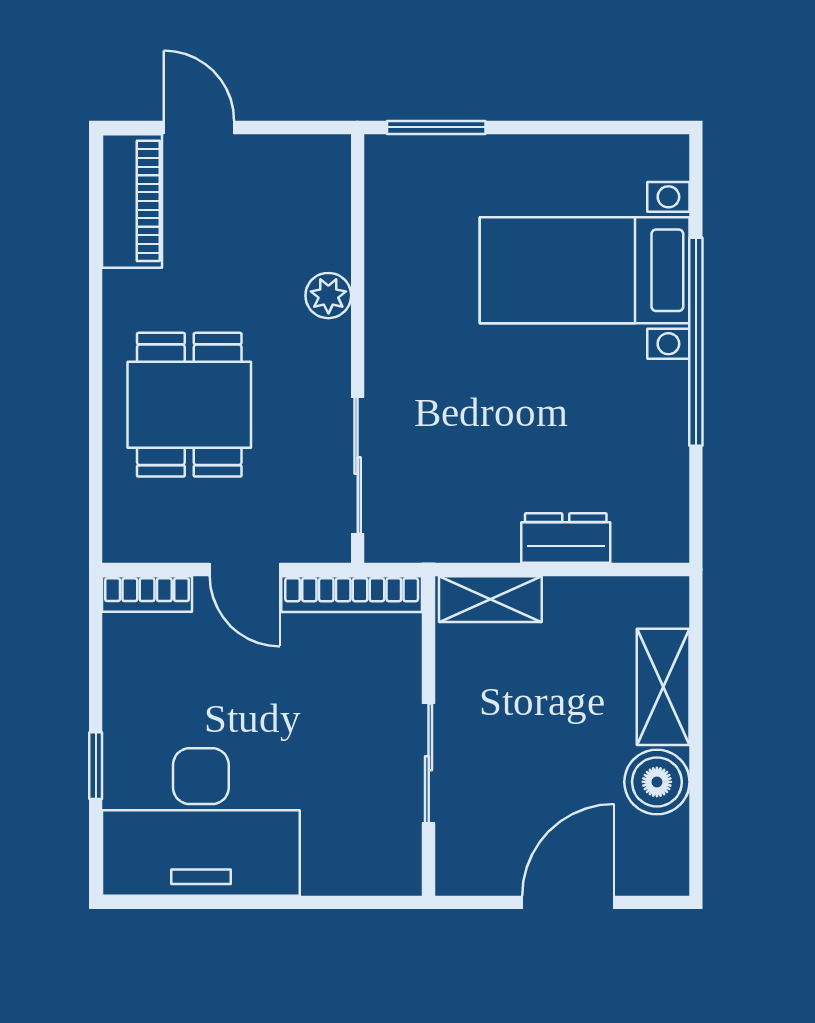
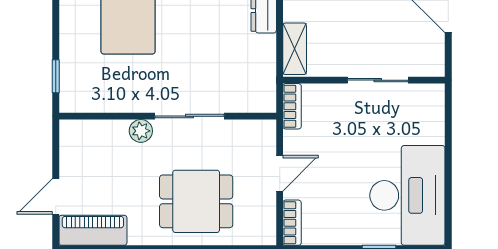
window: (436, 127) -> (56, 76), width x0.67
sliding door: (358, 465) -> (189, 116), moved
bookcase: (352, 594) -> (292, 106), width x0.64

